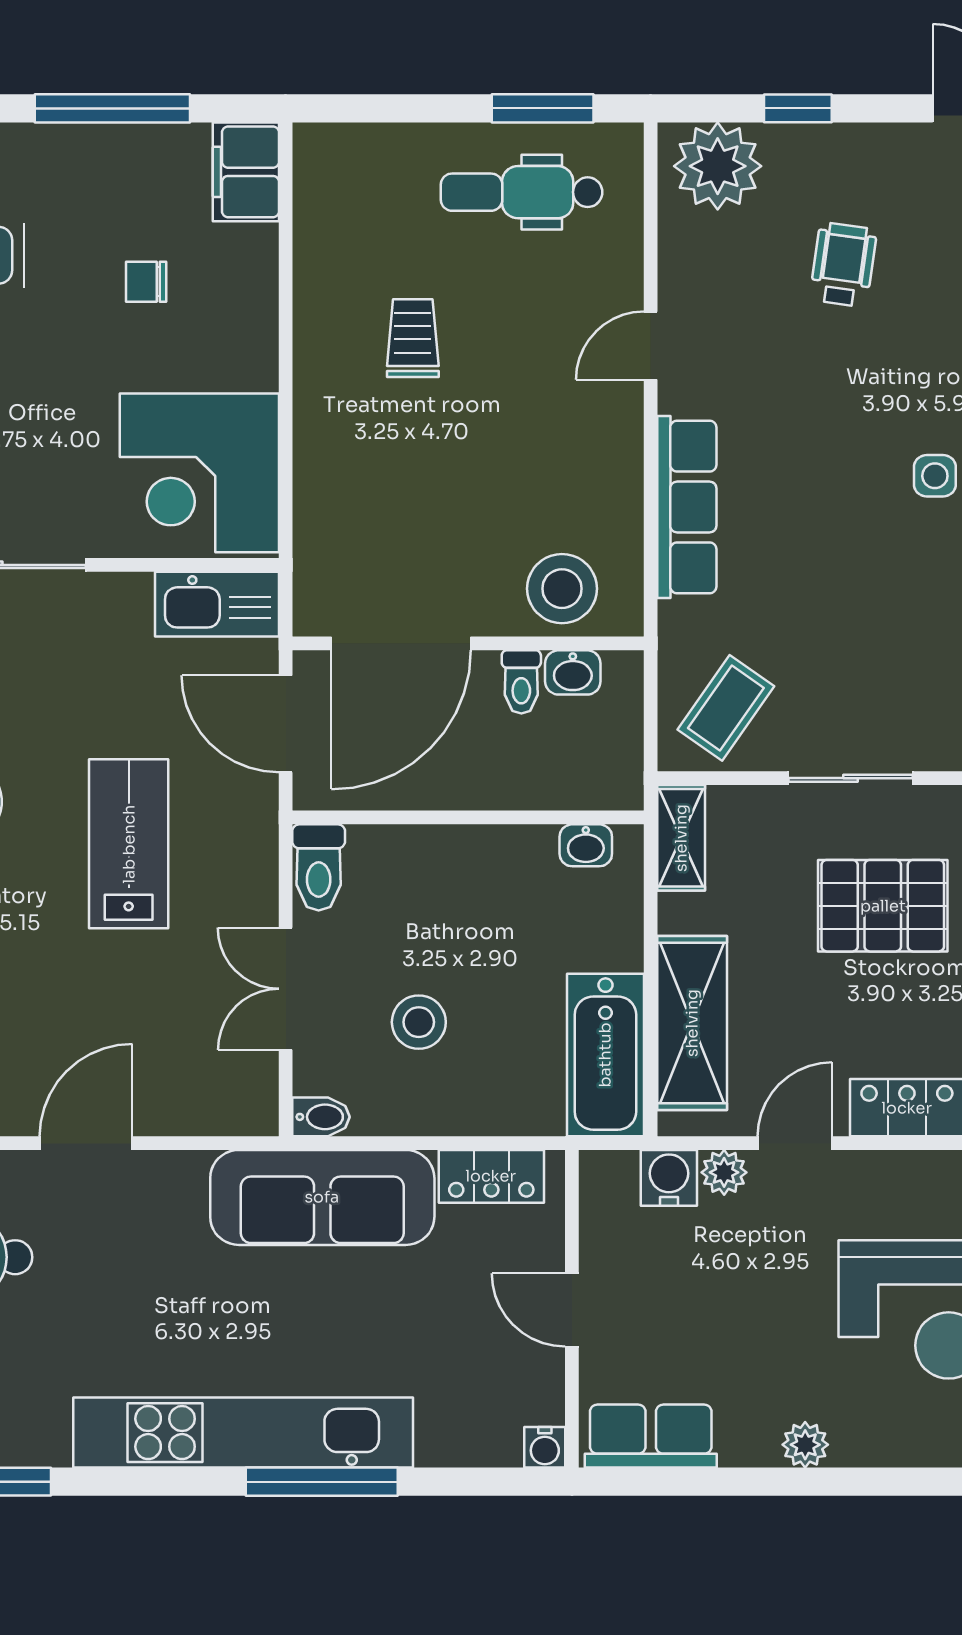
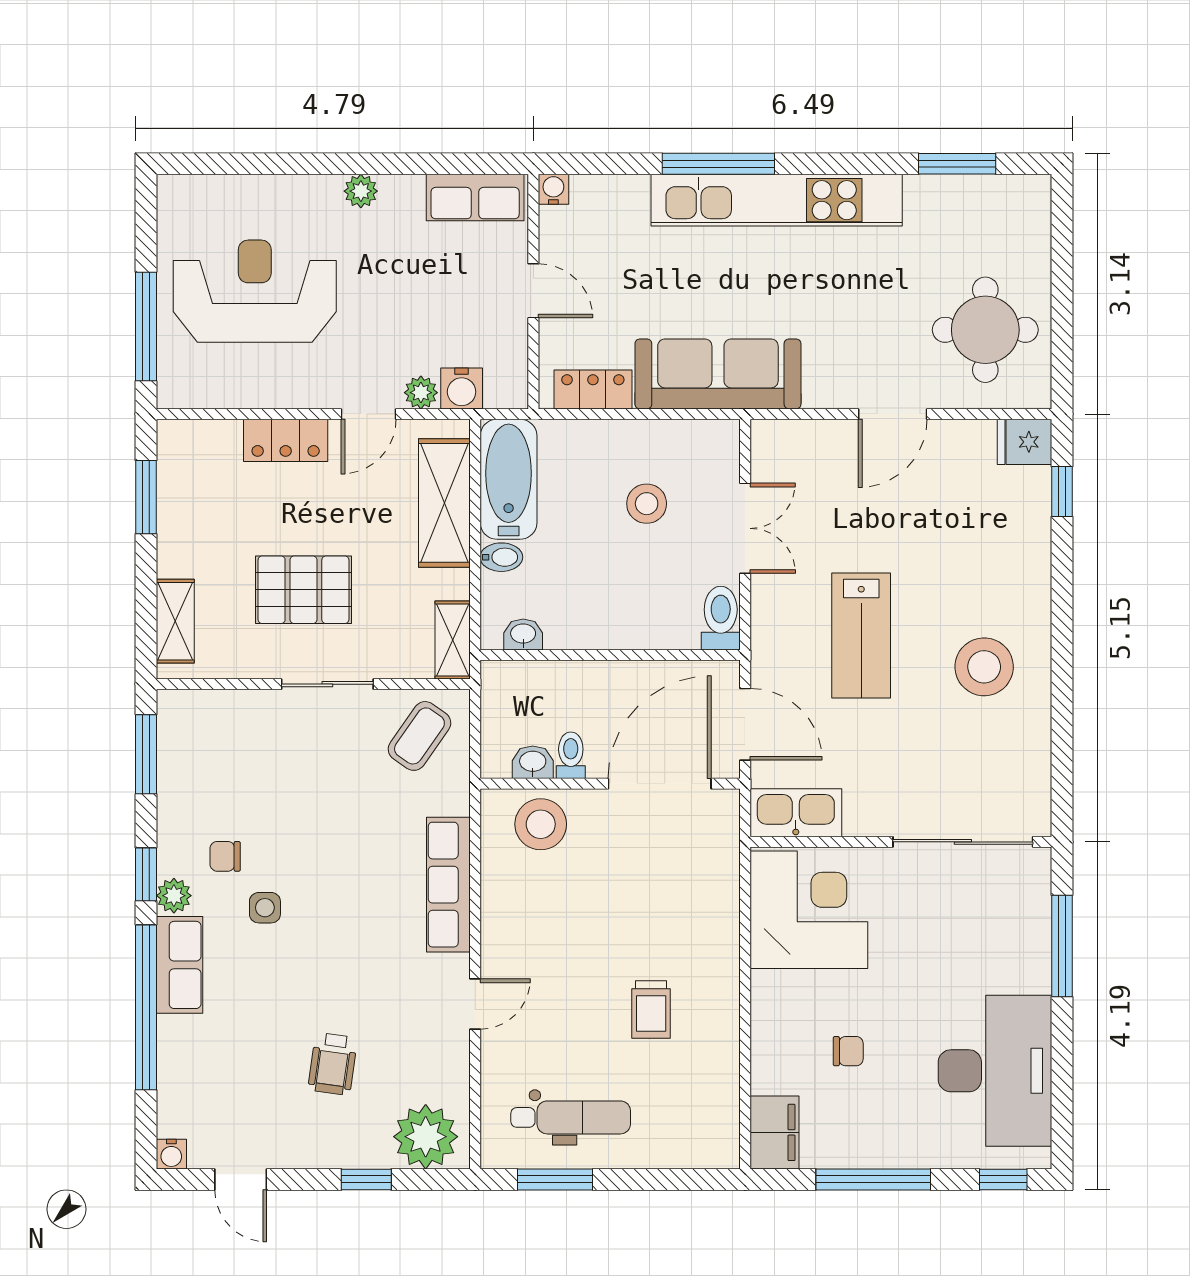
bidet: (321, 1117) -> (501, 557), moved, turned 180

